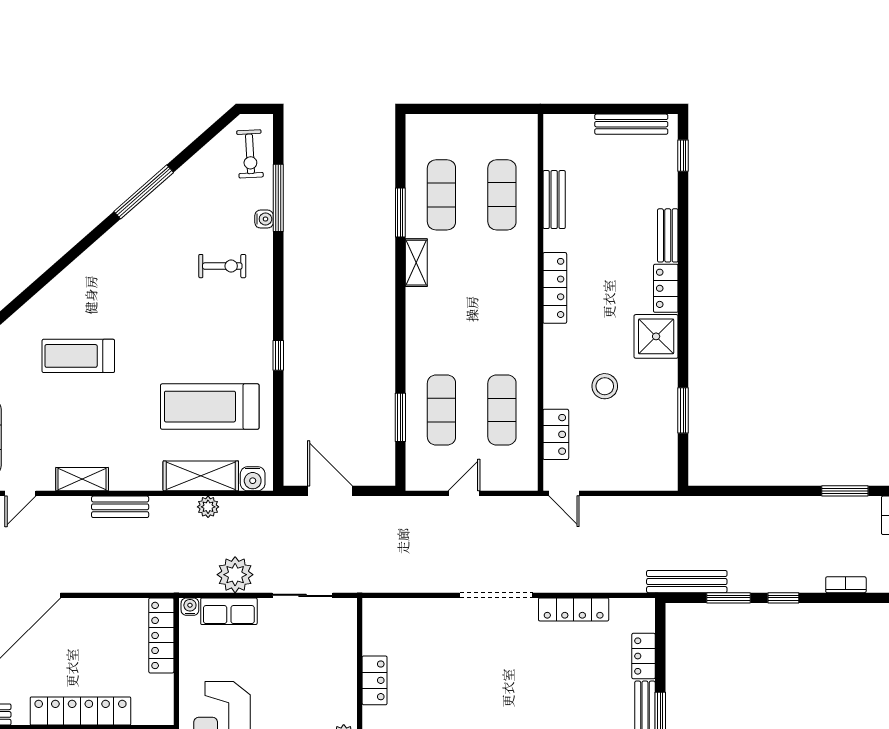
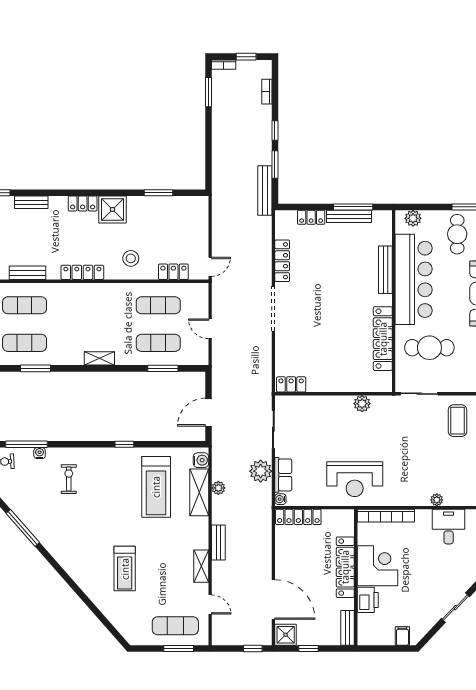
bench: (668, 235) -> (31, 202), moved
shelving: (416, 263) -> (99, 358), moved
stool: (605, 386) -> (131, 258), moved
locker: (375, 680) -> (291, 384), moved

